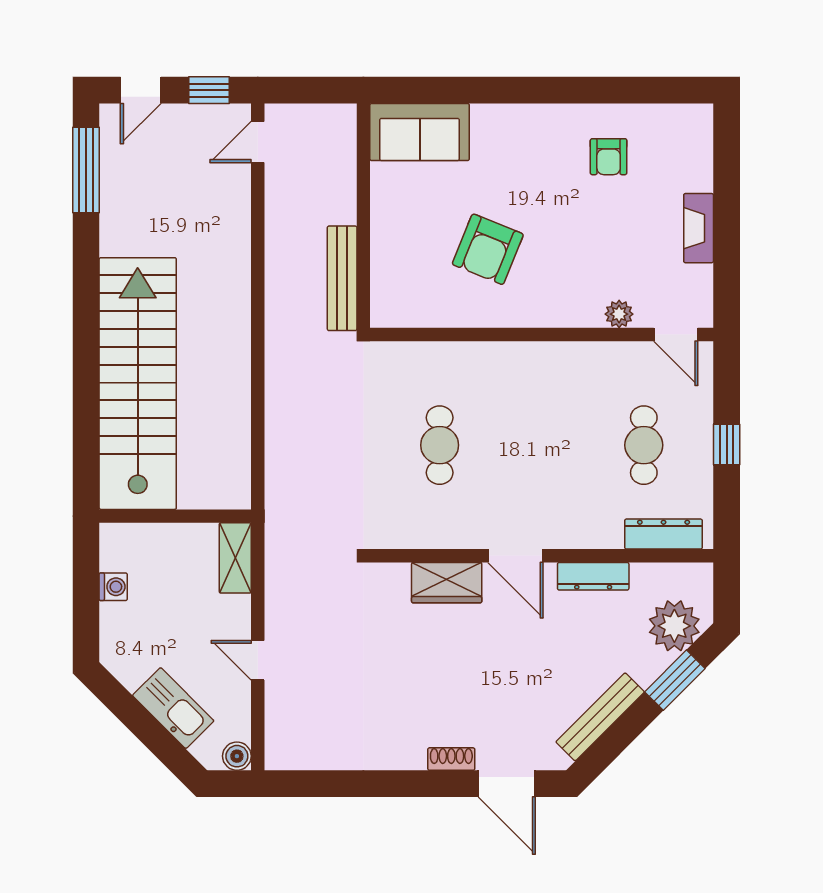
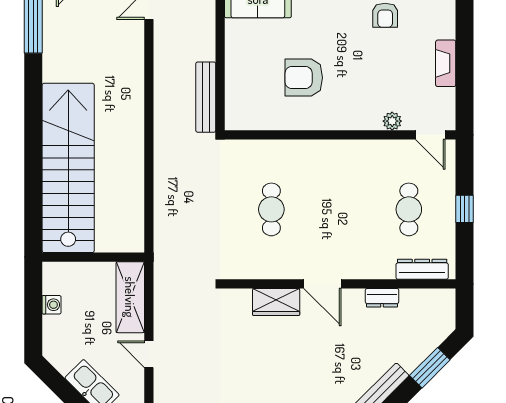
armchair: (488, 249) -> (304, 78), turned 68
shelving: (235, 558) -> (130, 297), width x1.50, depth x1.33
dresser: (593, 576) -> (382, 298), width x0.70
plant: (674, 626) -> (429, 331), removed

